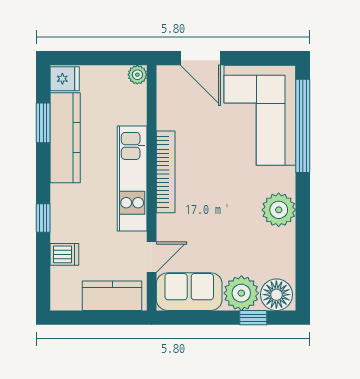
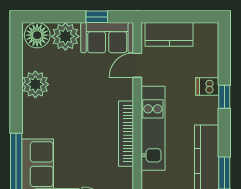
plant: (279, 210) -> (35, 84), moved
dishwasher: (64, 254) -> (207, 86), moved
window: (253, 318) -> (97, 17), moved

